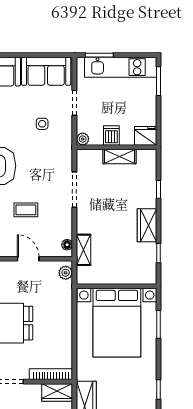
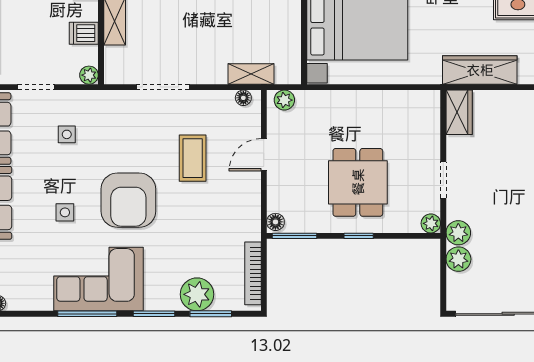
coffee table: (26, 210) -> (193, 158), width x1.36, depth x1.30
bookcase: (51, 374) -> (432, 122), removed

